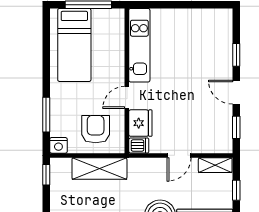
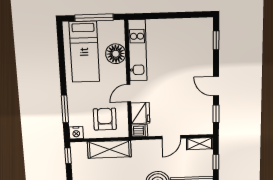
floor lamp: (113, 48) -> (116, 54), added
window: (236, 55) -> (216, 40), moved

